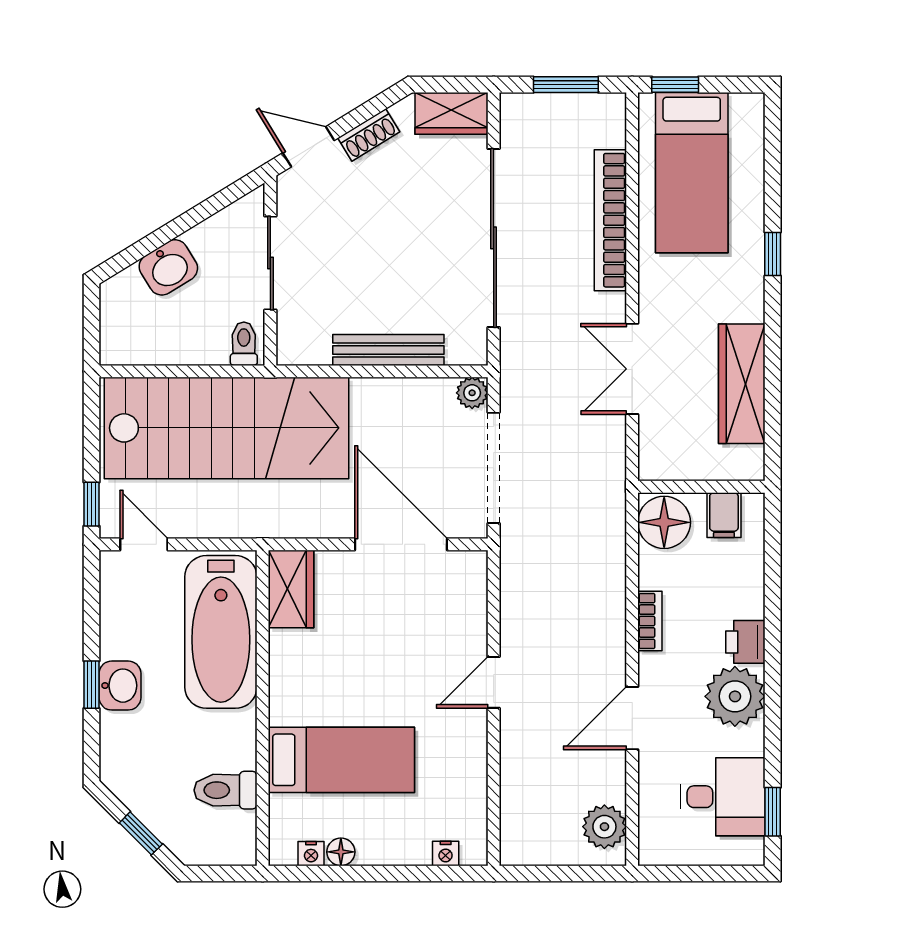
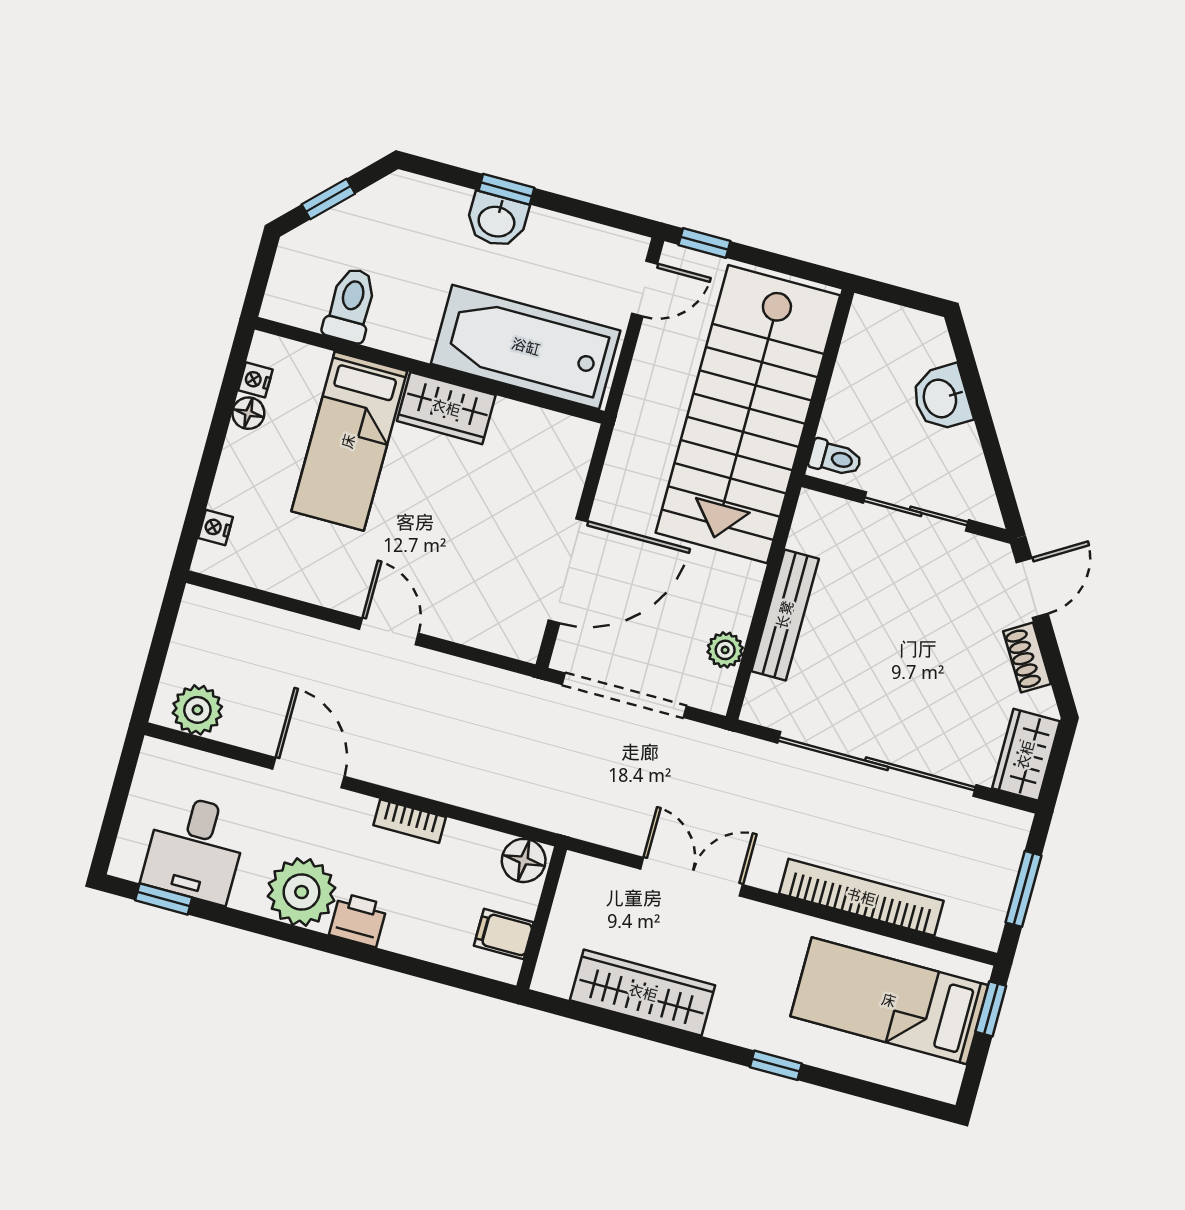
plant: (472, 393) -> (725, 650), moved
floor lamp: (664, 522) -> (524, 860), width x0.73, depth x0.73
wardrobe: (291, 589) -> (446, 408), moved

